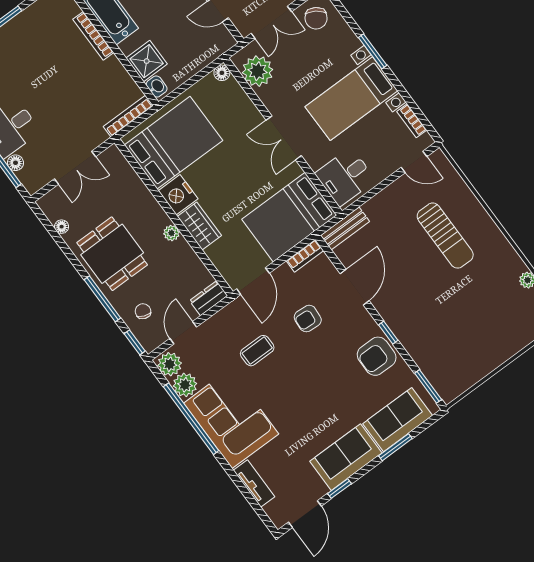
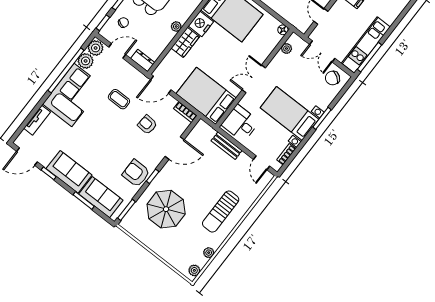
plant: (258, 71) -> (286, 49), width x0.53, depth x0.53
bench: (345, 228) -> (227, 146), moved
sun lounger: (445, 236) -> (221, 212), moved
parasol: (444, 326) -> (166, 209), added

